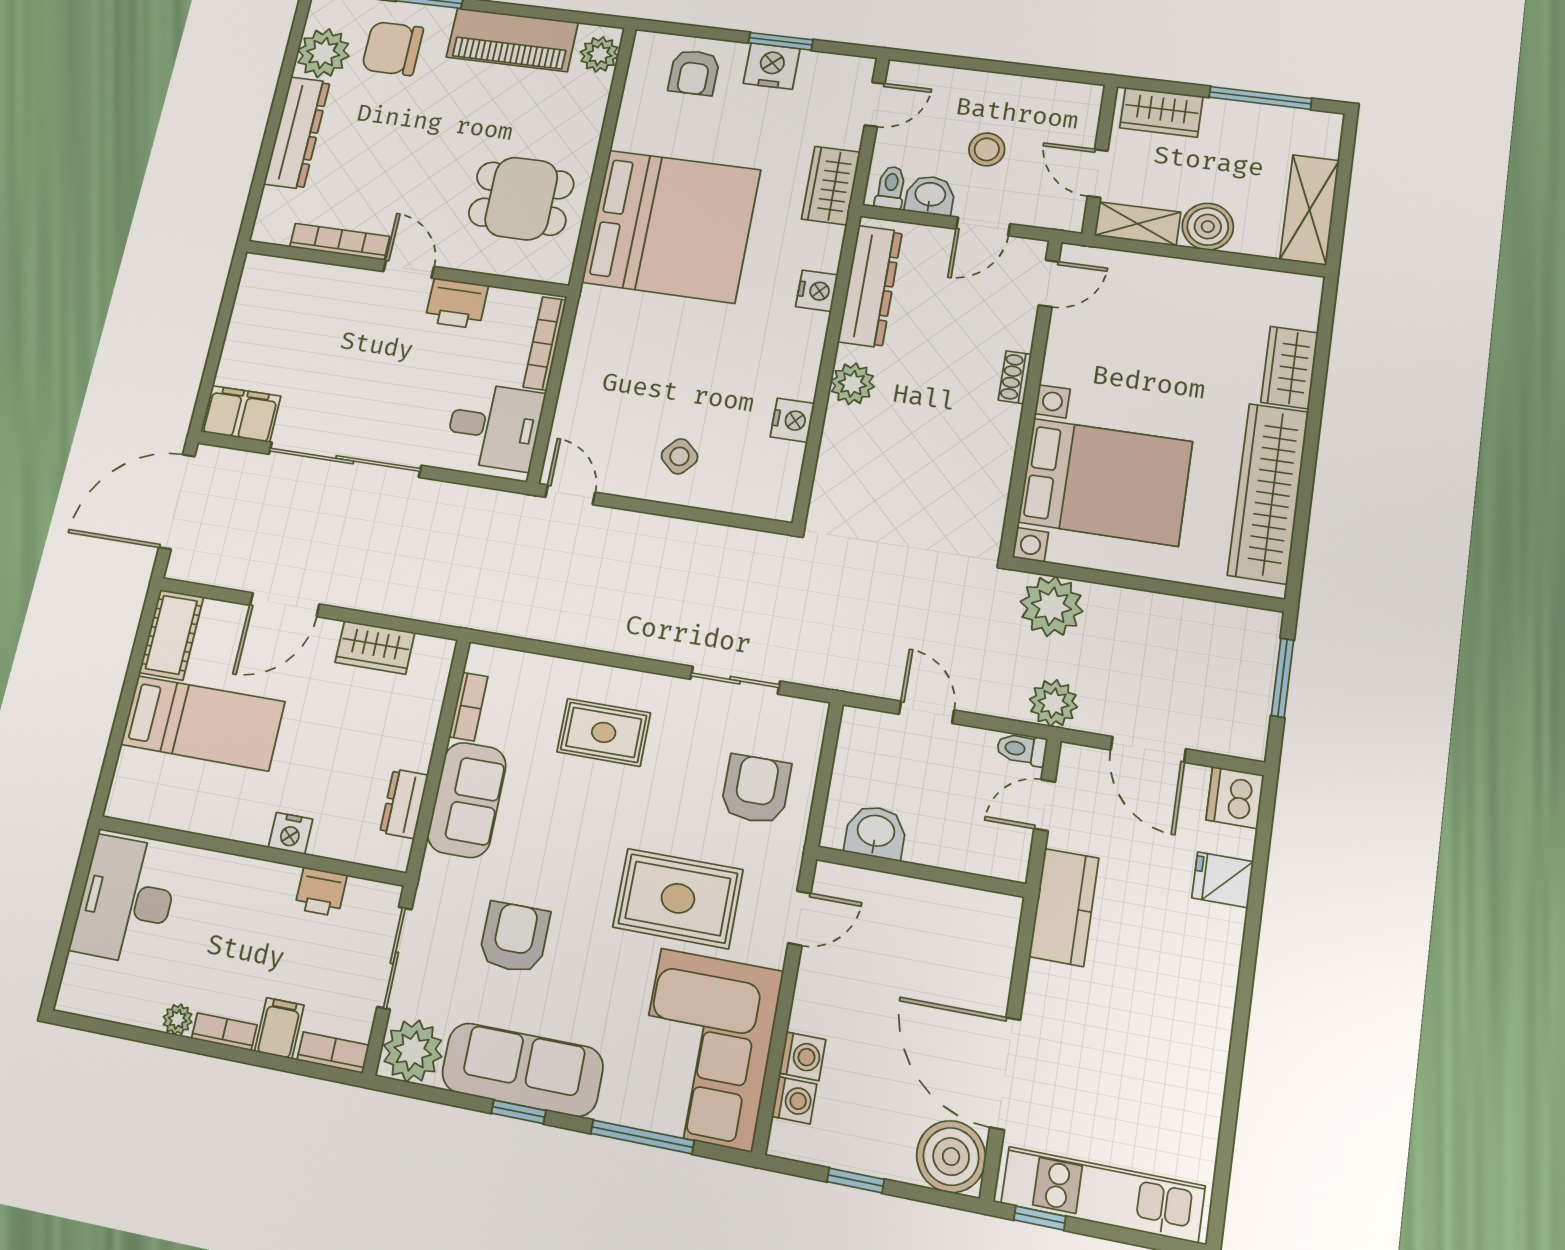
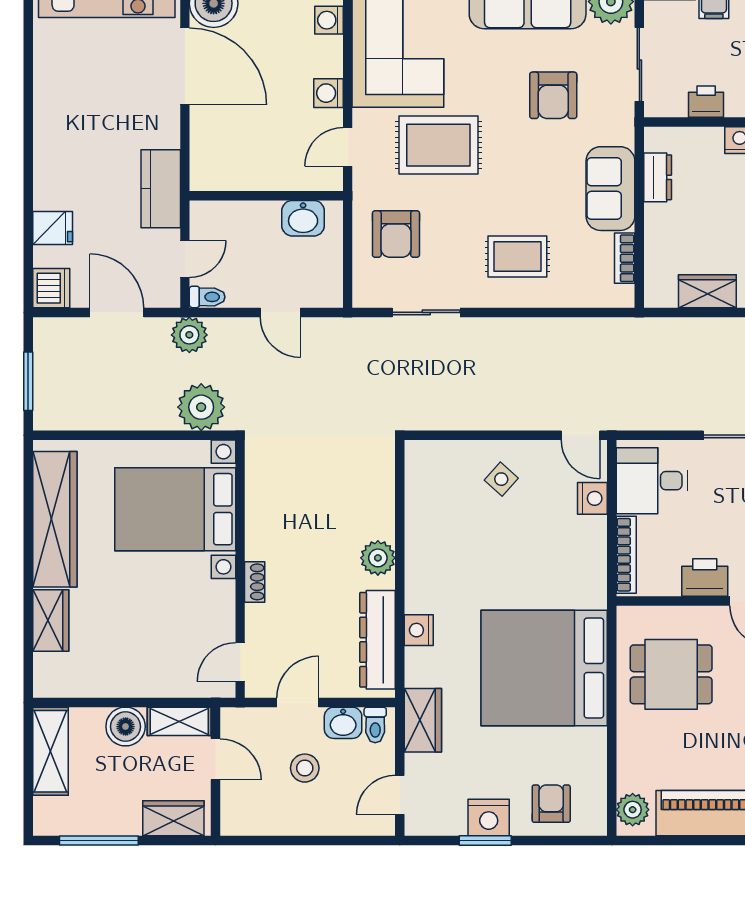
nightstand: (792, 420) -> (592, 498), moved, turned 180
washing machine: (803, 1056) -> (328, 93), moved

